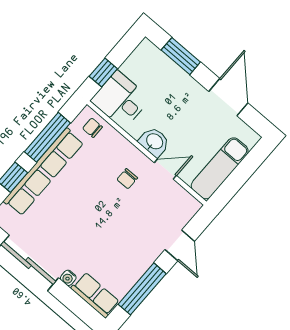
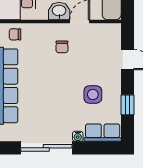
side table: (117, 250) -> (93, 94), added
window: (142, 289) -> (127, 105), width x0.46

